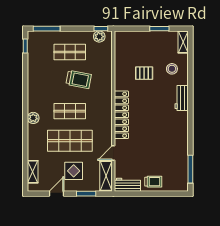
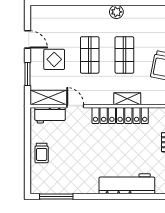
workbench: (182, 98) -> (127, 184), width x1.88, depth x1.32
shop shelf: (70, 141) -> (90, 55), width x0.70, depth x0.74
shelving: (33, 172) -> (127, 99), moved
workbench: (127, 185) -> (50, 115), moved, turned 90

